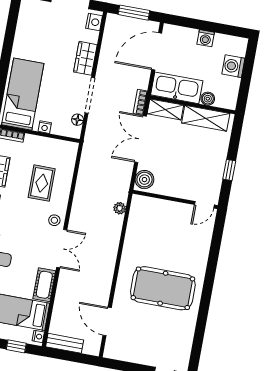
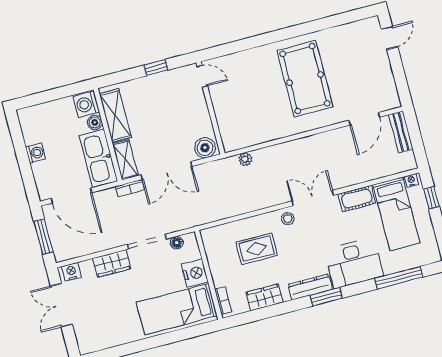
washing machine: (233, 66) -> (86, 104), moved, turned 90
nightstand: (45, 127) -> (195, 273), width x1.89, depth x1.79
bench: (65, 343) -> (401, 132), moved

